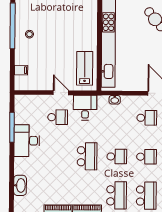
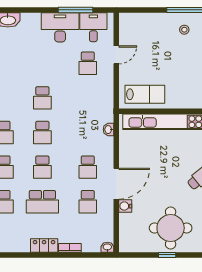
filing cabinet: (21, 70) -> (142, 20), removed
door: (61, 93) -> (116, 55), moved
desk: (85, 108) -> (93, 27), moved, turned -90
school desk: (87, 156) -> (42, 98), width x0.54

